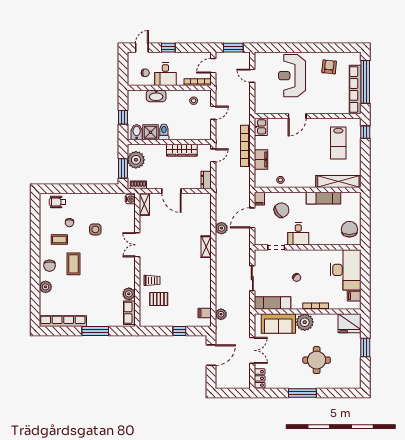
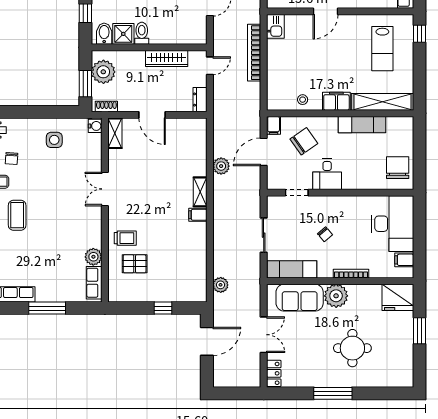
filing cabinet: (261, 159) -> (336, 101), moved, turned -90
side table: (95, 229) -> (54, 140), moved
filing cabinet: (205, 313) -> (198, 215), moved

